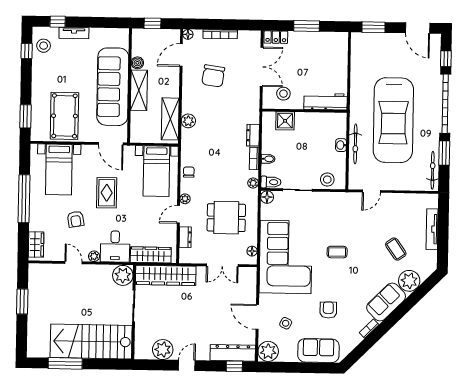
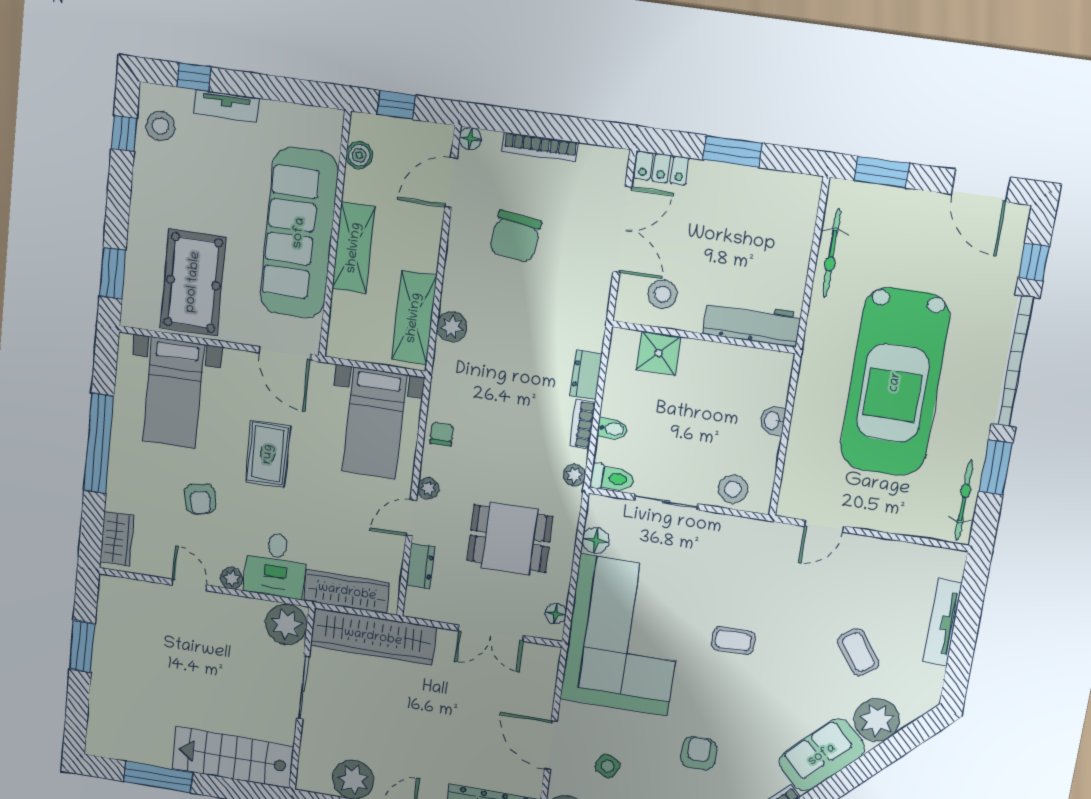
boiler: (137, 63) -> (359, 155), moved
bicycle: (355, 144) -> (832, 253), moved
floor lamp: (267, 197) -> (596, 540), moved
stairs: (91, 341) -> (233, 758), width x0.73, depth x0.66

